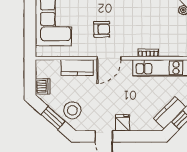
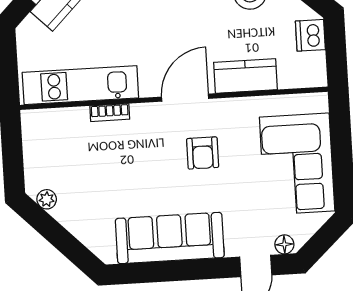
armchair: (102, 29) -> (203, 153), turned -90

